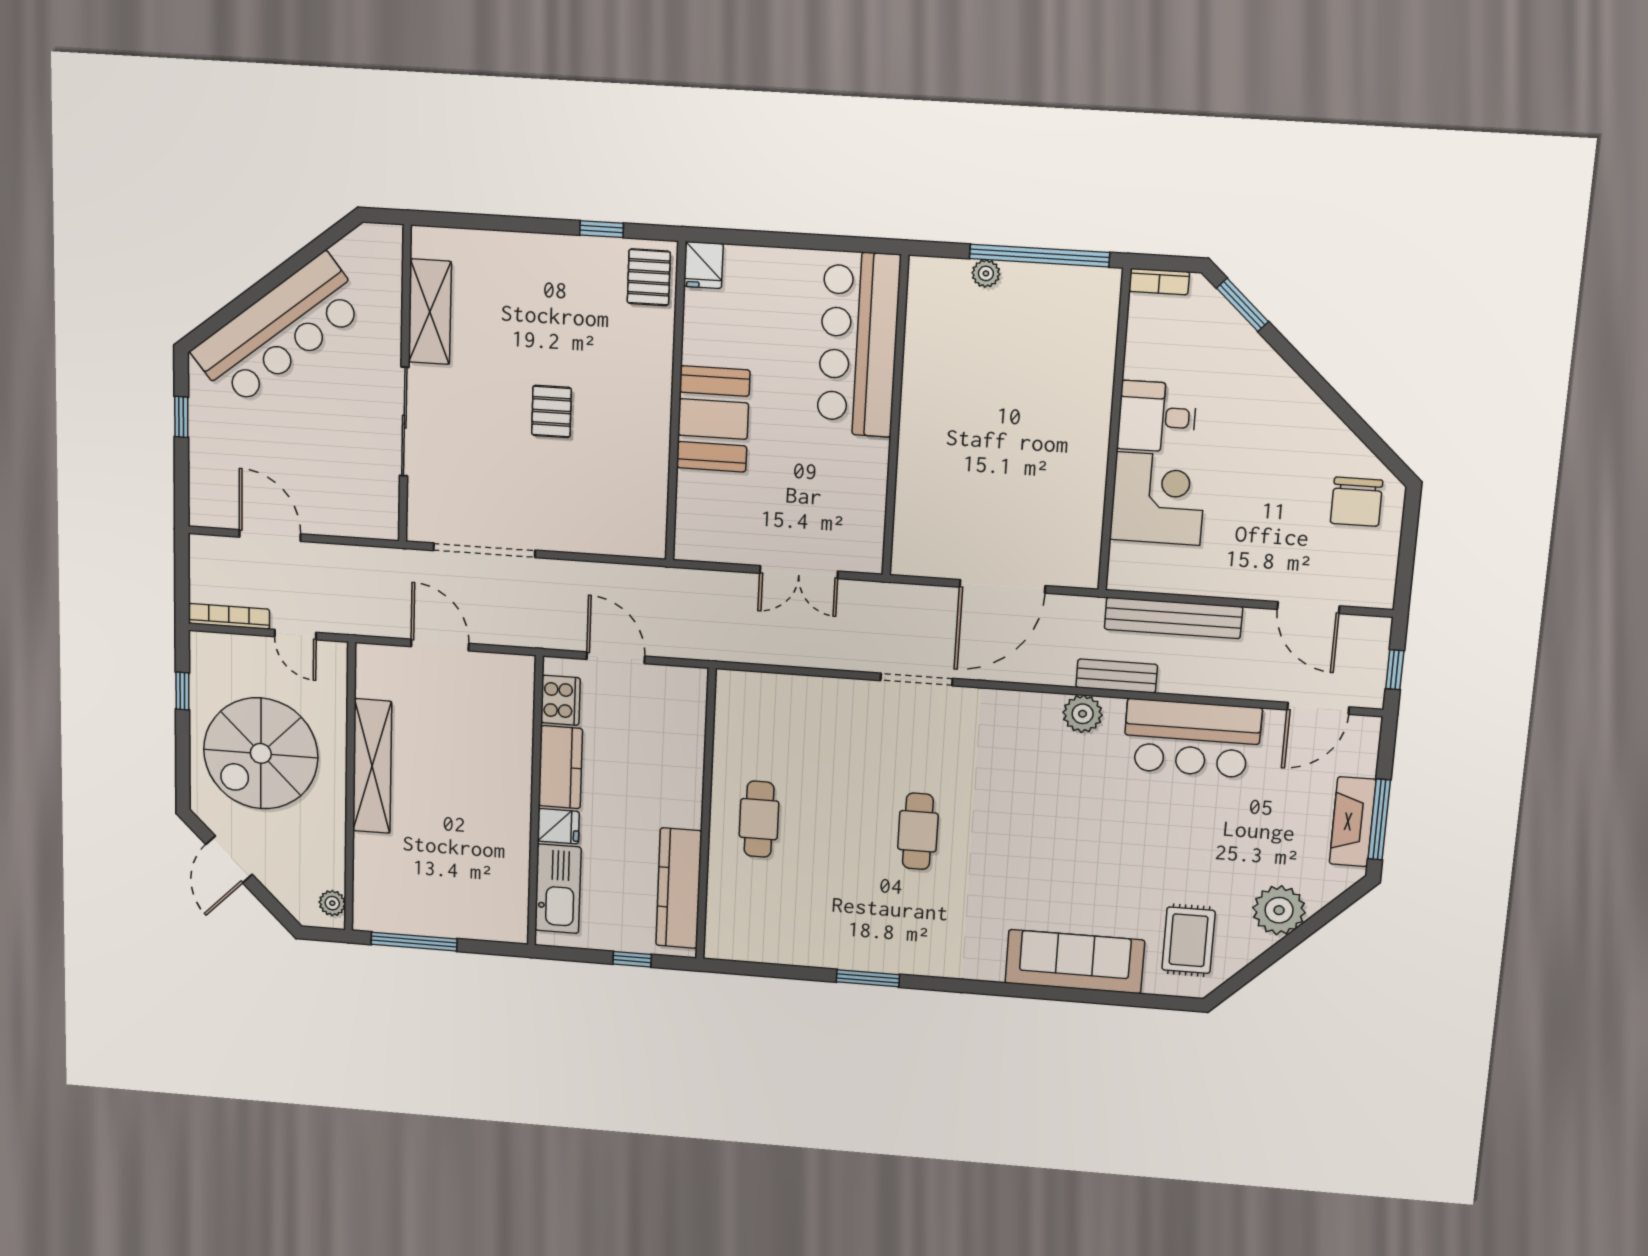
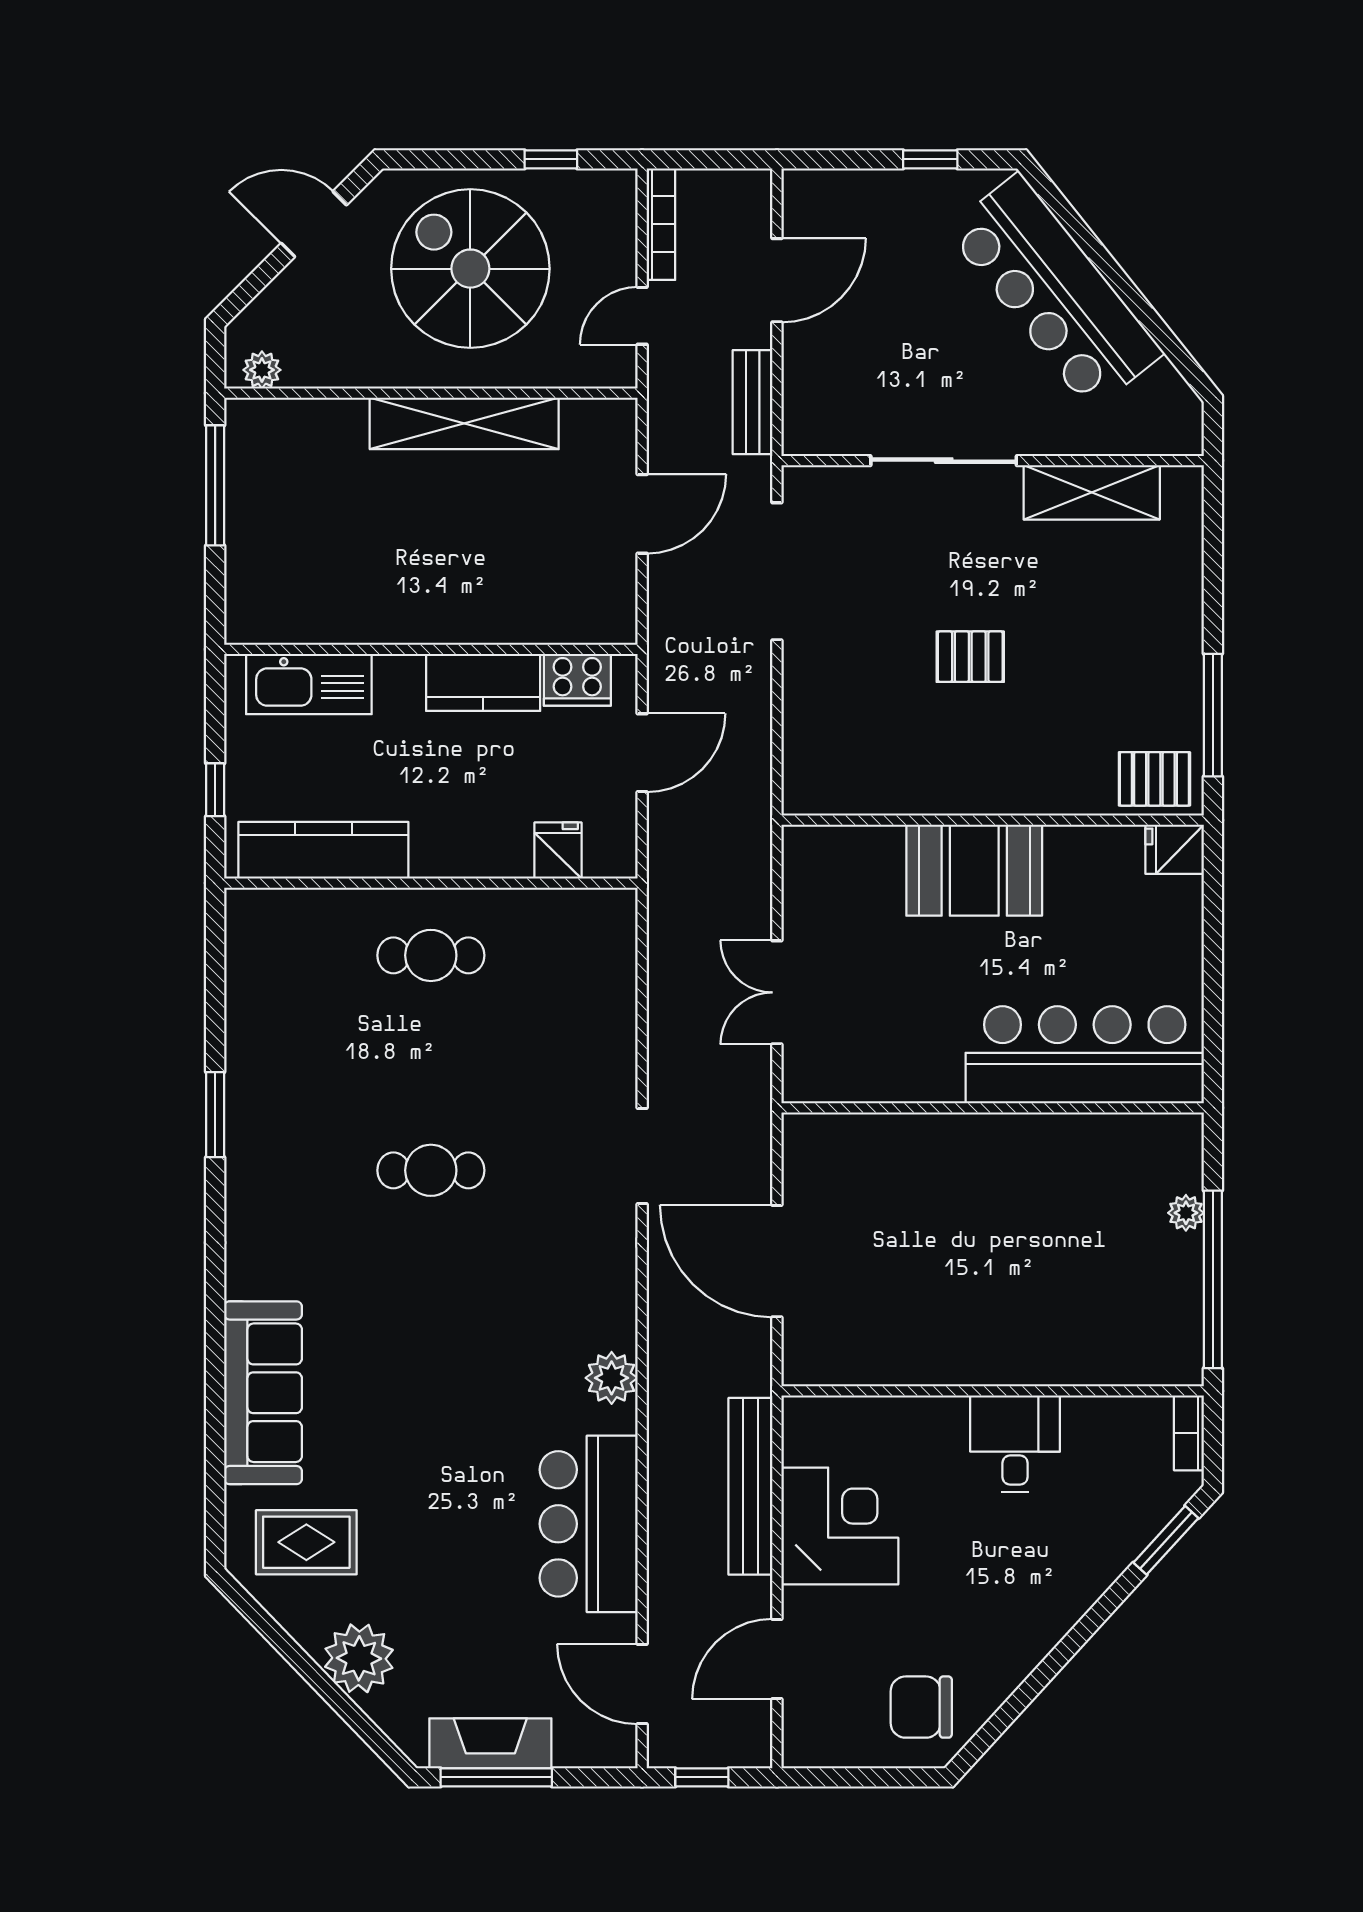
window: (602, 229) -> (1213, 715), width x2.17
corner desk: (1158, 499) -> (840, 1526), moved, turned -90
bench: (1117, 676) -> (753, 402), moved
fridge: (558, 826) -> (558, 851), moved, turned 180

